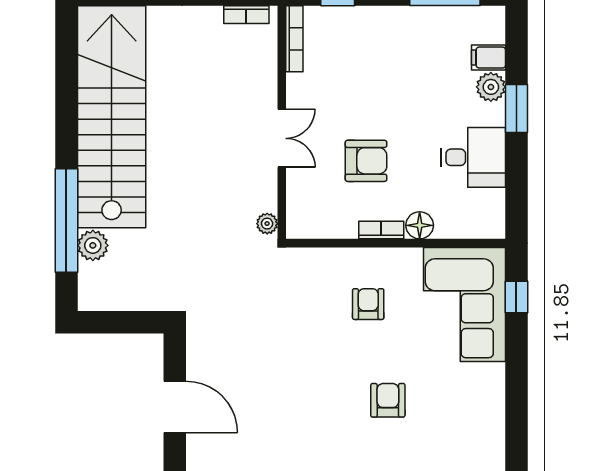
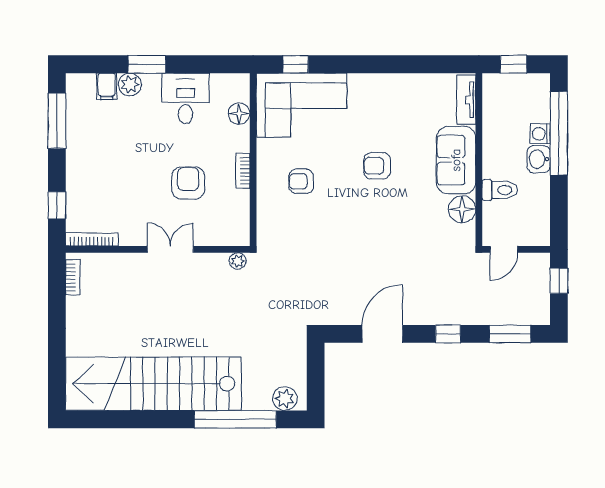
floor lamp: (420, 225) -> (239, 114), moved
plant: (93, 245) -> (285, 399), moved

